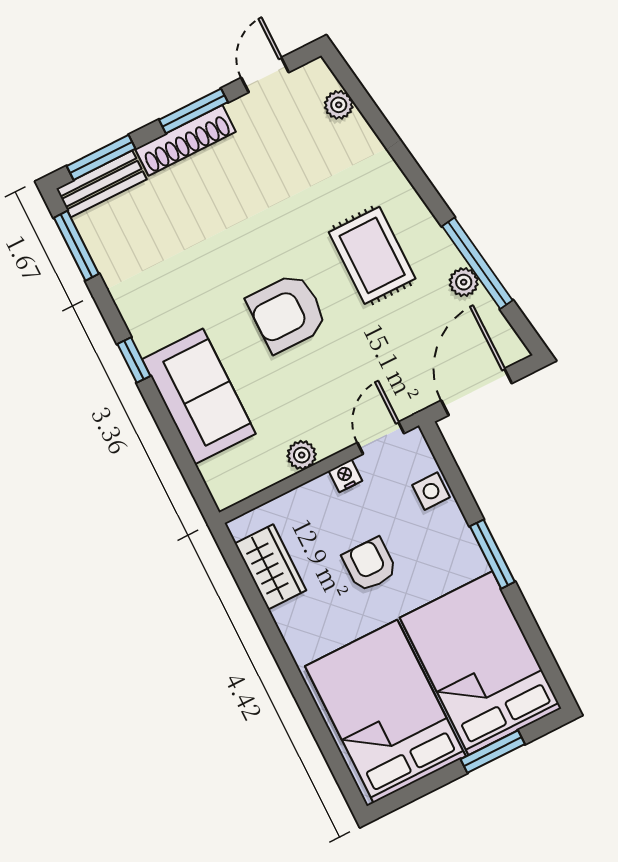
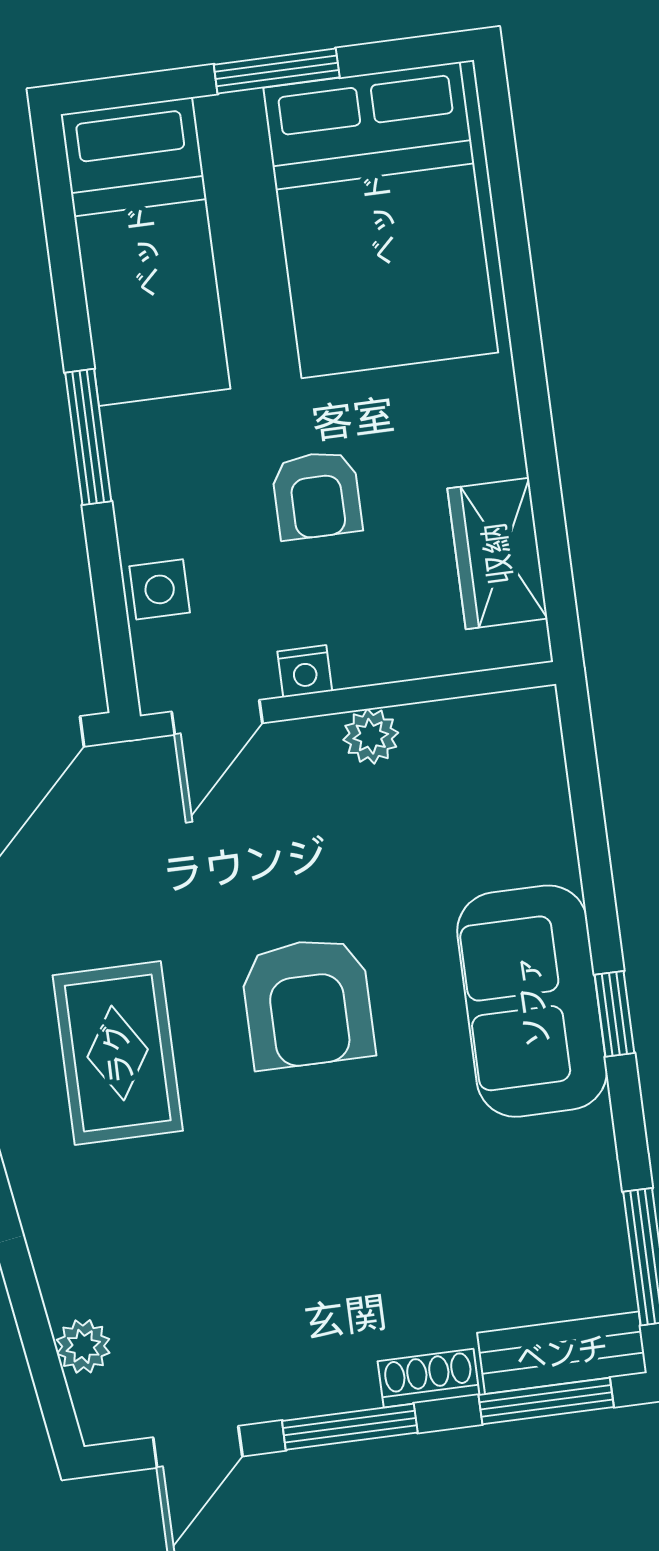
shoe rack: (185, 140) -> (429, 1378), width x0.51, depth x0.81
armchair: (287, 313) -> (308, 1003), turned 90
sofa: (199, 396) -> (532, 1001), moved
bed: (481, 663) -> (145, 252), width x0.67
window: (493, 752) -> (277, 71), moved

